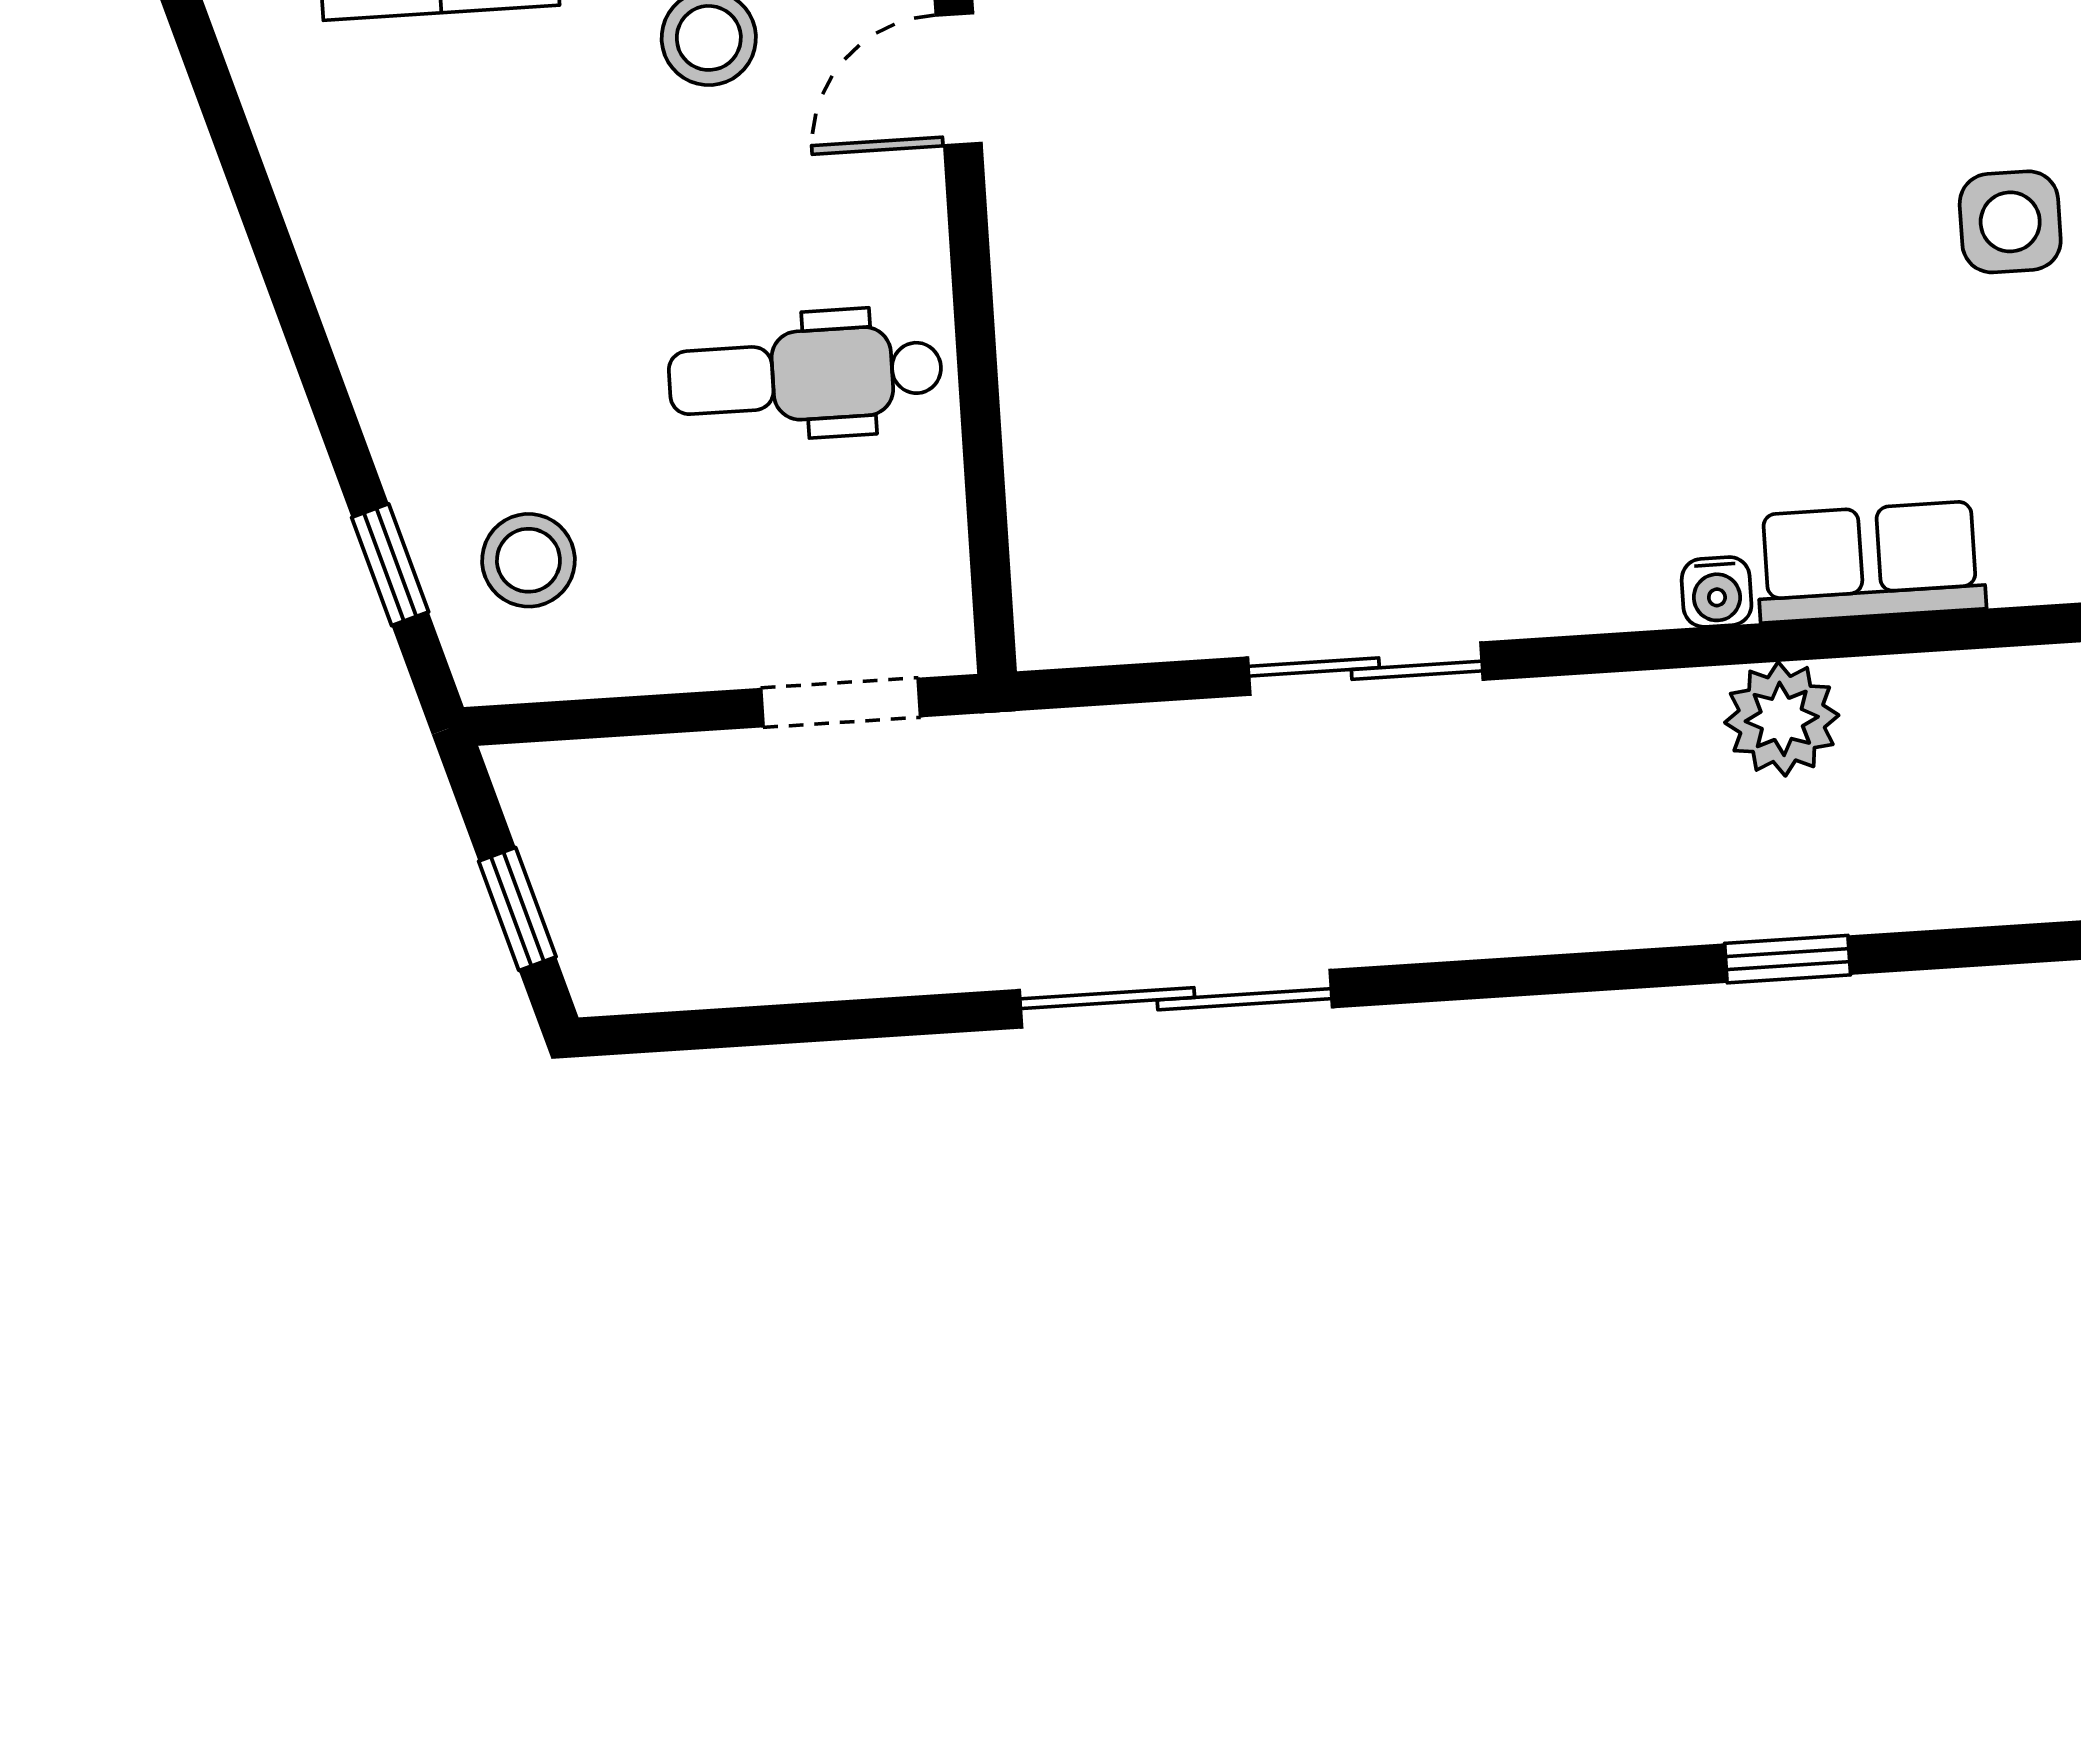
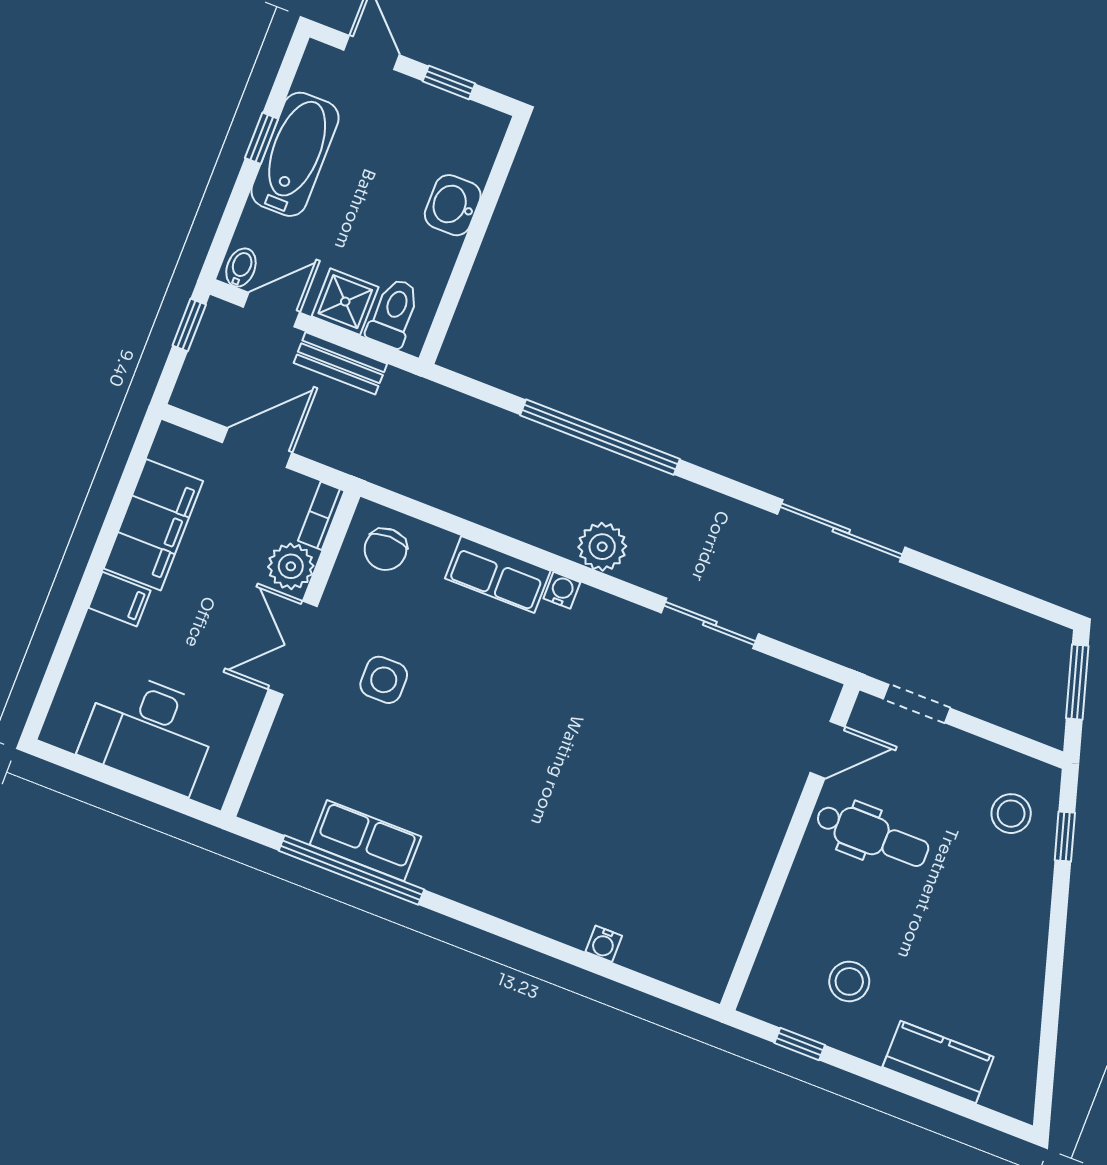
door: (959, 79) -> (827, 750), moved
plant: (1782, 719) -> (602, 547), moved
window: (517, 909) -> (1077, 682), width x1.50
window: (1788, 959) -> (600, 437), width x3.17

